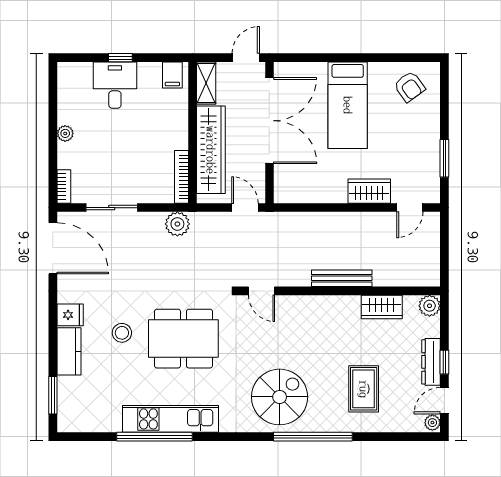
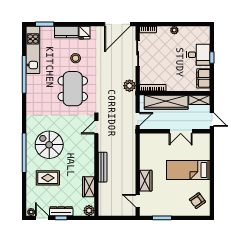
filing cabinet: (172, 75) -> (203, 78), width x2.00
double door: (269, 121) -> (181, 131), width x0.54
spiral stairs: (280, 397) -> (49, 145), moved, turned 180
kitchen unit: (170, 419) -> (33, 50), moved

